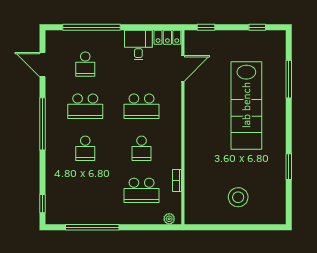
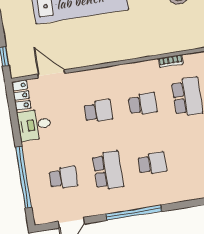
school desk: (142, 106) -> (98, 111), width x0.54

